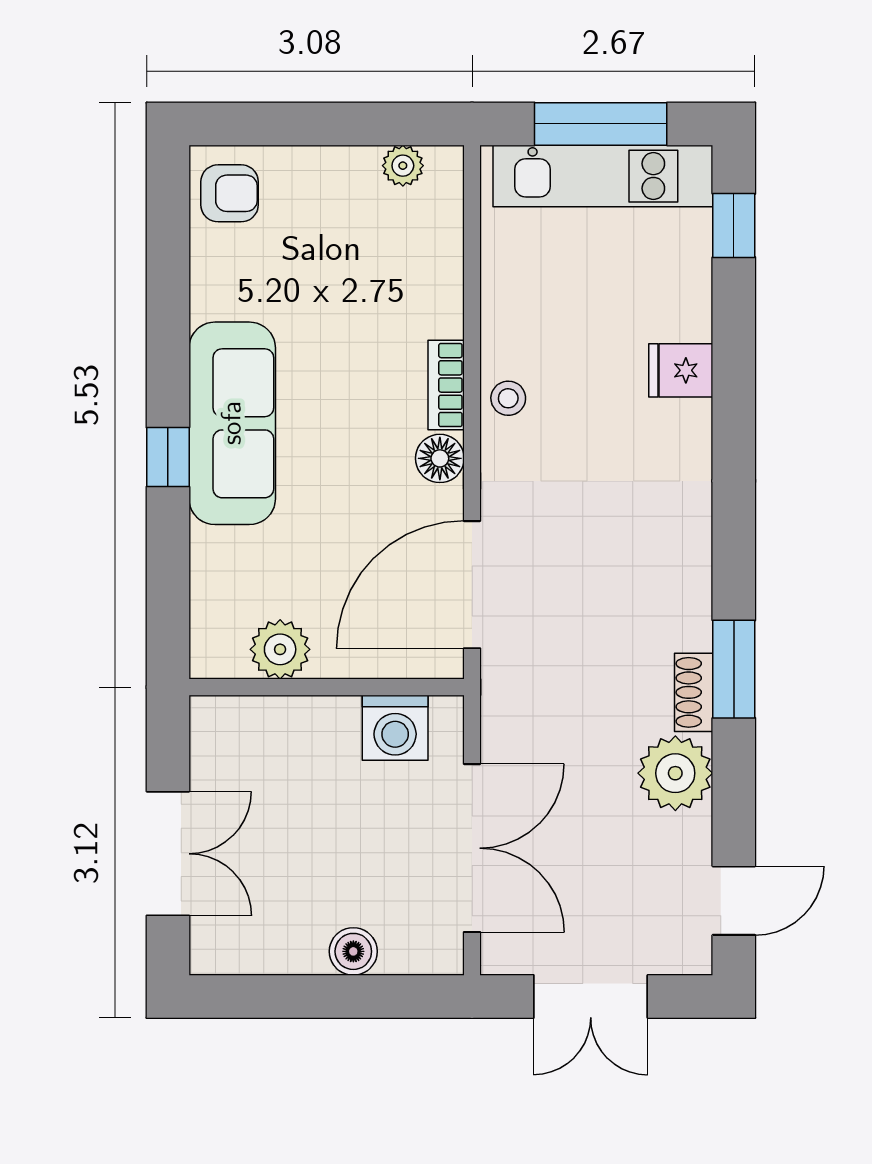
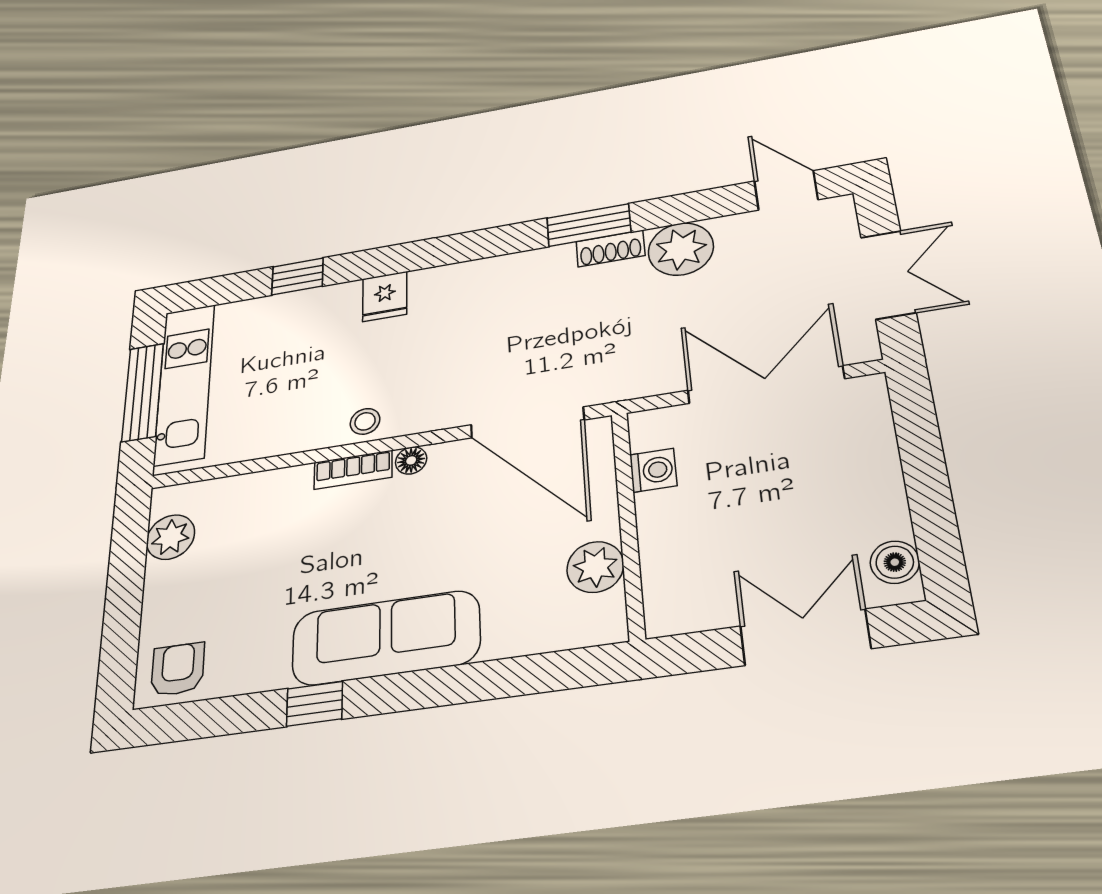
plant: (403, 166) -> (171, 537), width x1.38, depth x1.38
window: (734, 225) -> (298, 276), moved
fridge: (681, 370) -> (385, 296), moved
window: (168, 457) -> (315, 704), moved
floor lamp: (440, 458) -> (411, 460), width x0.73, depth x0.73
washing machine: (395, 728) -> (653, 470), width x0.73, depth x0.73
boiler: (353, 951) -> (895, 562), moved

